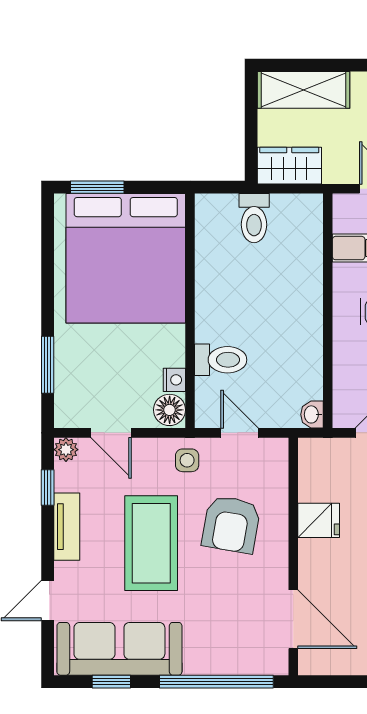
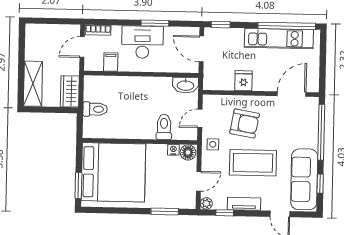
washbasin: (312, 414) -> (186, 85), width x1.91, depth x1.45

